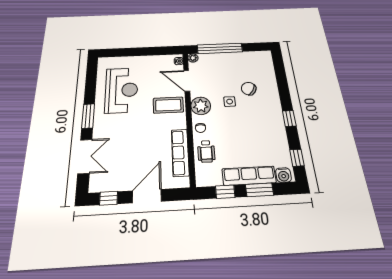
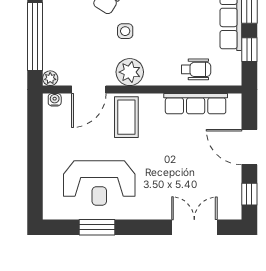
reception desk: (121, 90) -> (99, 183), turned 180
window: (88, 116) -> (97, 227), moved
chair: (200, 128) -> (163, 75), removed

